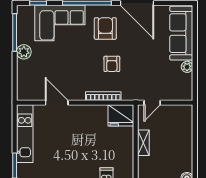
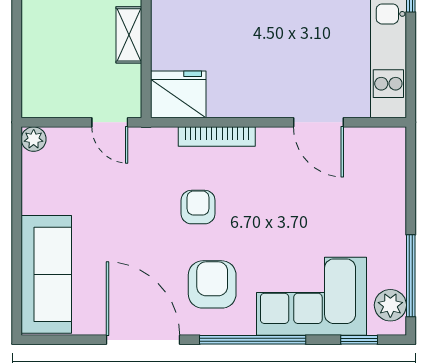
armchair: (105, 28) -> (212, 284), turned 180
plant: (24, 52) -> (390, 305), moved
plant: (187, 67) -> (34, 139), moved
door: (152, 103) -> (110, 122), swing flipped

